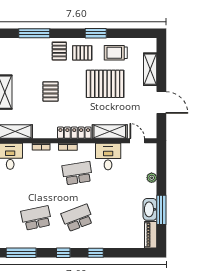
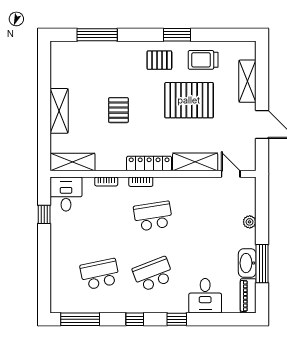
pallet: (59, 51) -> (130, 58), removed
desk: (108, 157) -> (205, 296), moved, turned 180

